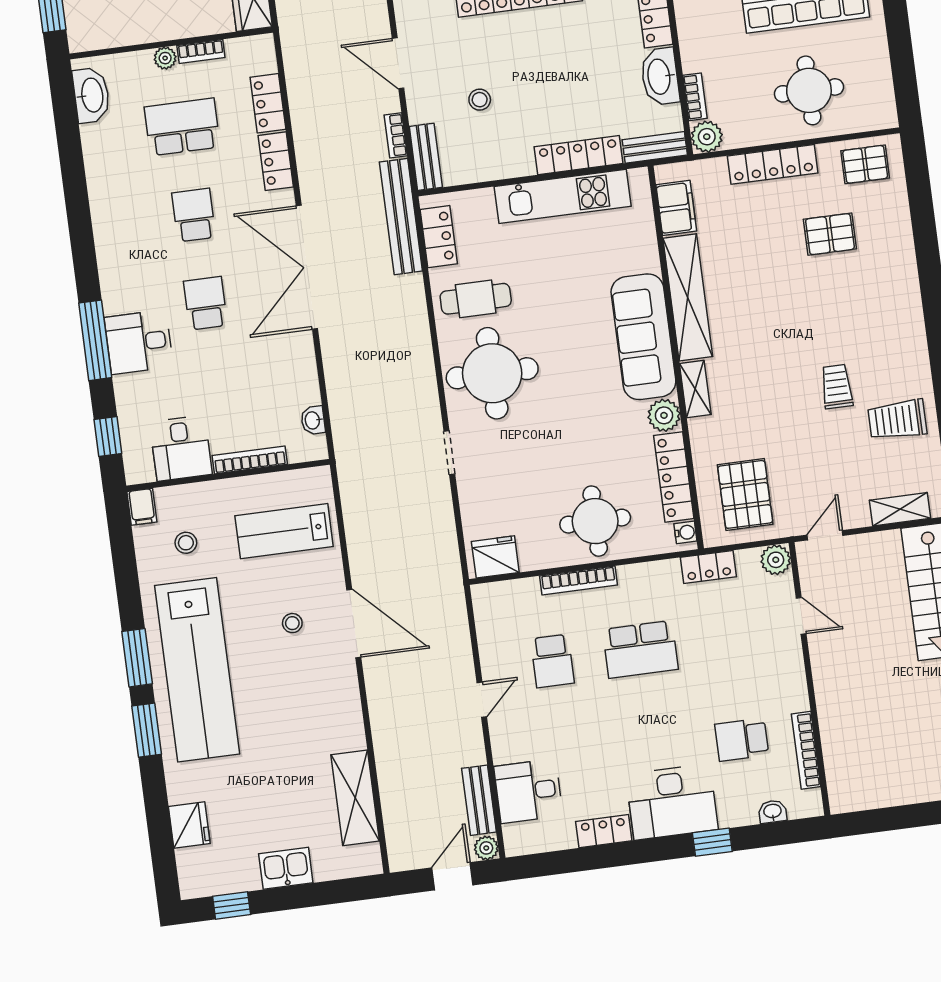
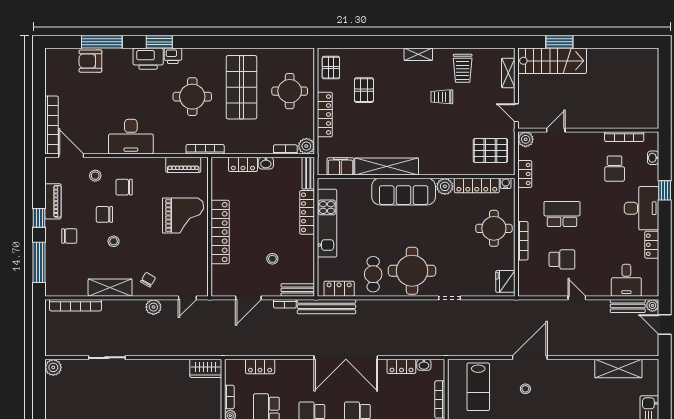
washbasin: (660, 77) -> (266, 163), width x0.52, depth x0.69
locker: (276, 161) -> (401, 366), moved
shelving: (695, 389) -> (418, 54), moved
school desk: (640, 649) -> (562, 214), turned -90

